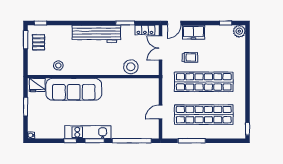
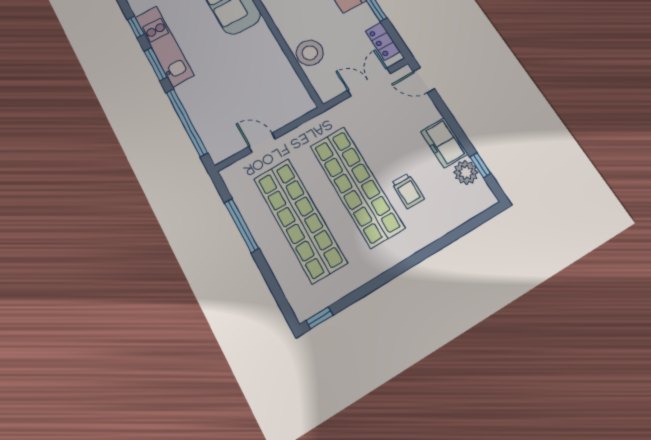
plant: (239, 31) -> (466, 172), moved
freezer: (193, 32) -> (444, 143), moved
trolley: (190, 57) -> (408, 191), moved

